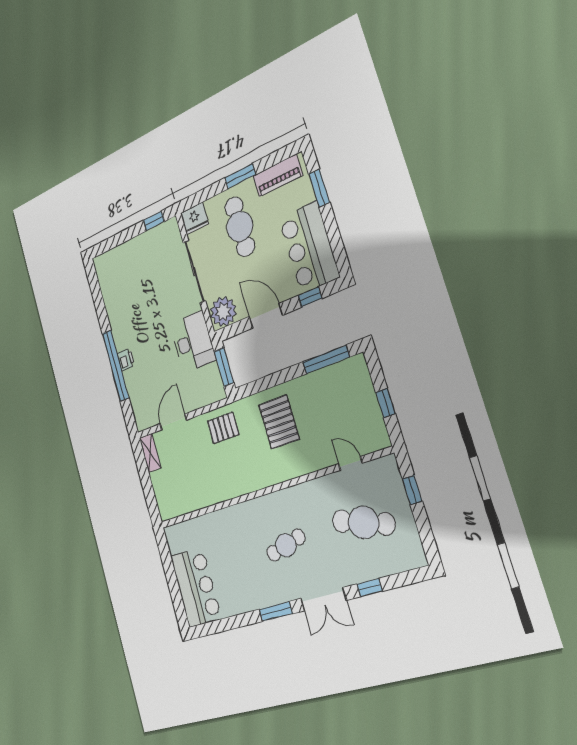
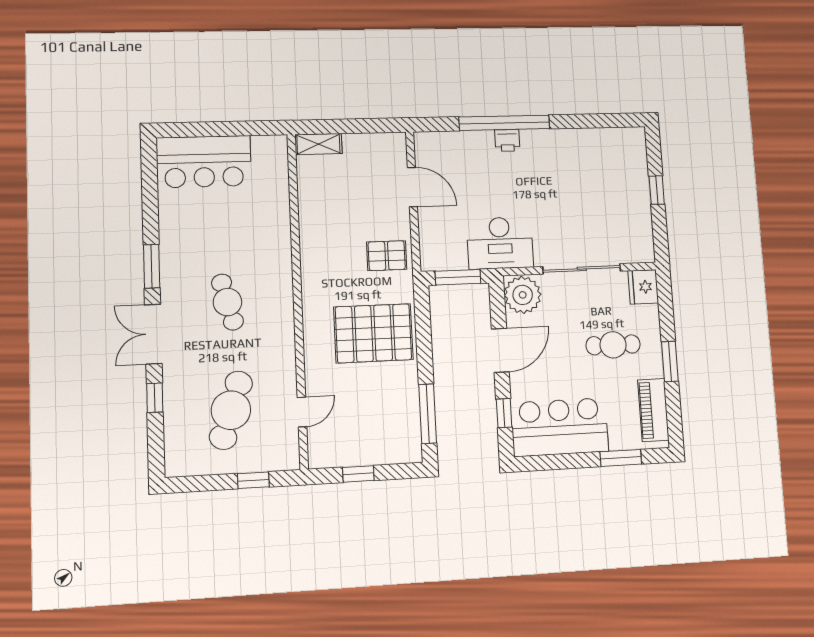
window: (154, 221) -> (657, 190), moved
cafe table: (240, 227) -> (613, 345), width x0.73, depth x0.74
pallet: (279, 422) -> (373, 333), width x1.37, depth x1.41
pallet: (223, 428) -> (387, 256), turned 90
shelving: (150, 453) -> (318, 144), moved

